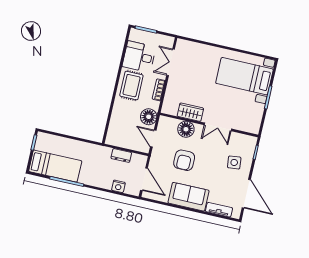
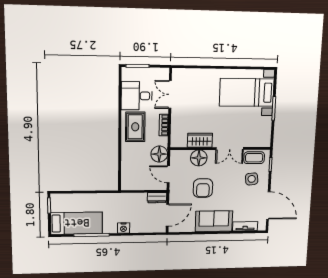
coffee table: (240, 142) -> (254, 158), added
dresser: (121, 155) -> (157, 198), moved
door: (144, 179) -> (167, 215), hinge flipped
nightstand: (118, 186) -> (124, 228), moved

